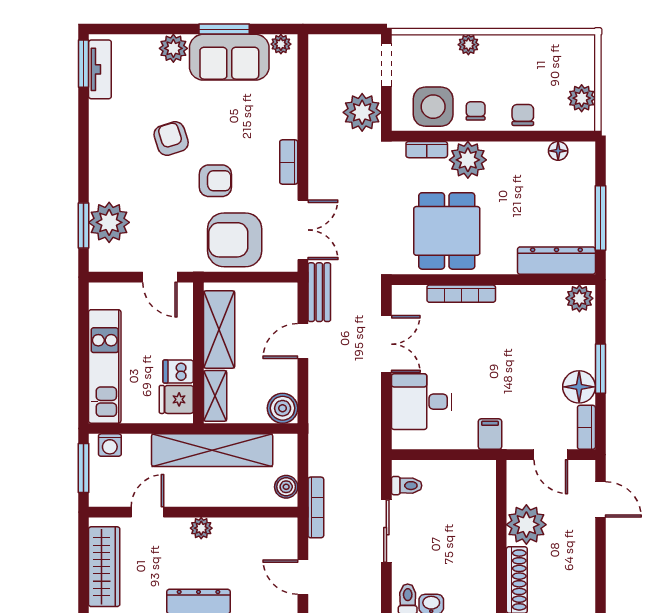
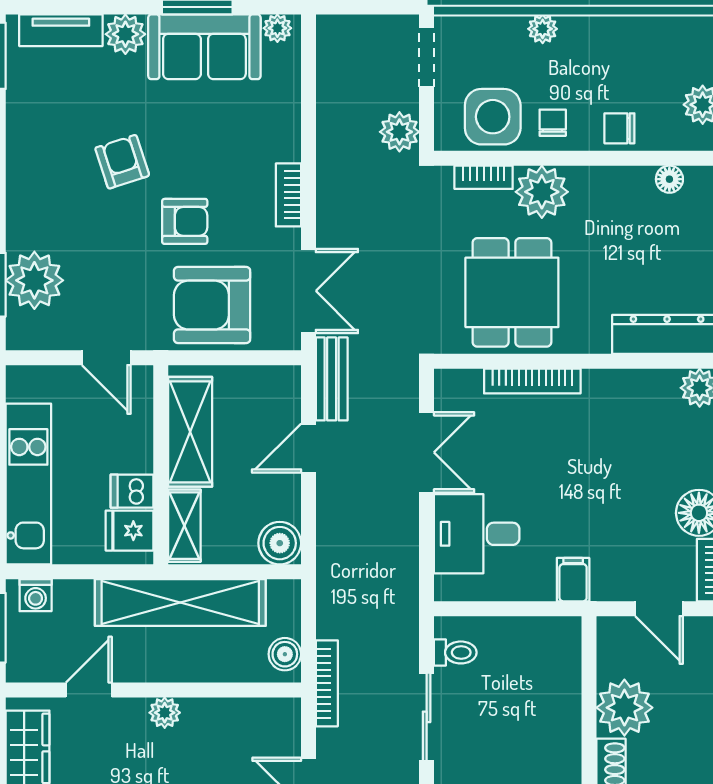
tv unit: (100, 69) -> (61, 30), moved, turned 90
plant: (362, 112) -> (399, 132), width x0.73, depth x0.73
chair: (523, 115) -> (619, 128), turned -90

